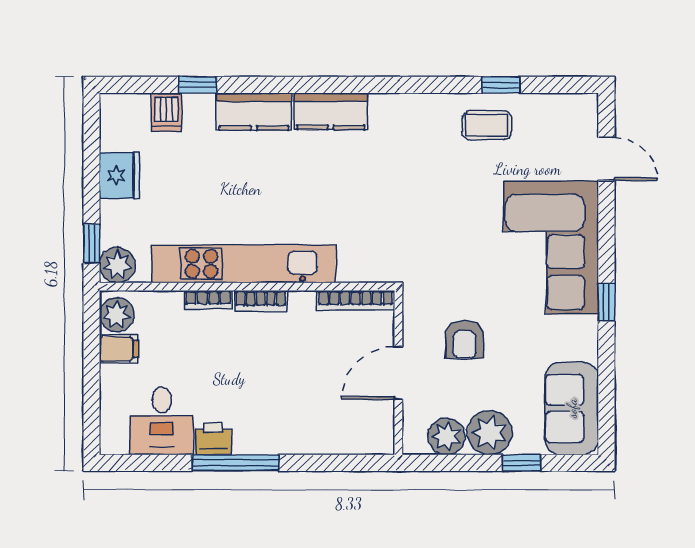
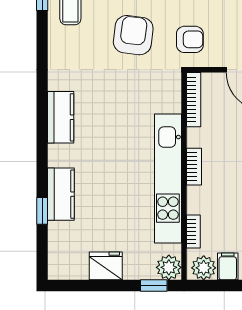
dishwasher: (166, 112) -> (61, 233), removed
kitchen counter: (254, 112) -> (61, 194), moved
armchair: (448, 214) -> (133, 35), added
bookcase: (208, 300) -> (193, 232), moved
armchair: (465, 339) -> (190, 39), moved

